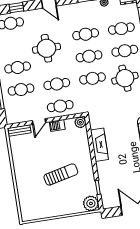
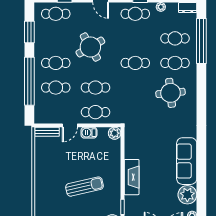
cafe table: (86, 34) -> (135, 14), moved
round table: (46, 48) -> (90, 47), turned -30
cafe table: (92, 78) -> (135, 88), removed
fireplace: (99, 145) -> (132, 177), moved

